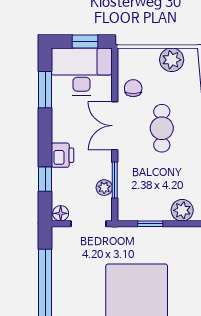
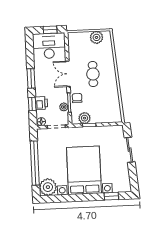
chair: (133, 88) -> (77, 98), moved
window: (45, 90) -> (31, 78), moved
printer: (63, 155) -> (41, 103), moved
plant: (182, 210) -> (84, 118), moved

